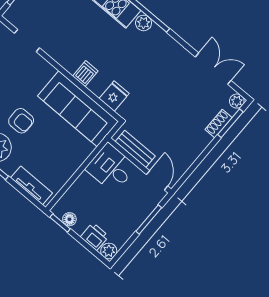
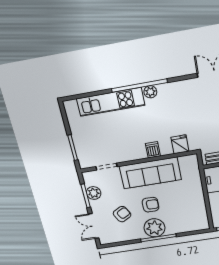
sofa: (78, 109) -> (150, 173), moved
tv unit: (32, 185) -> (191, 227), removed

